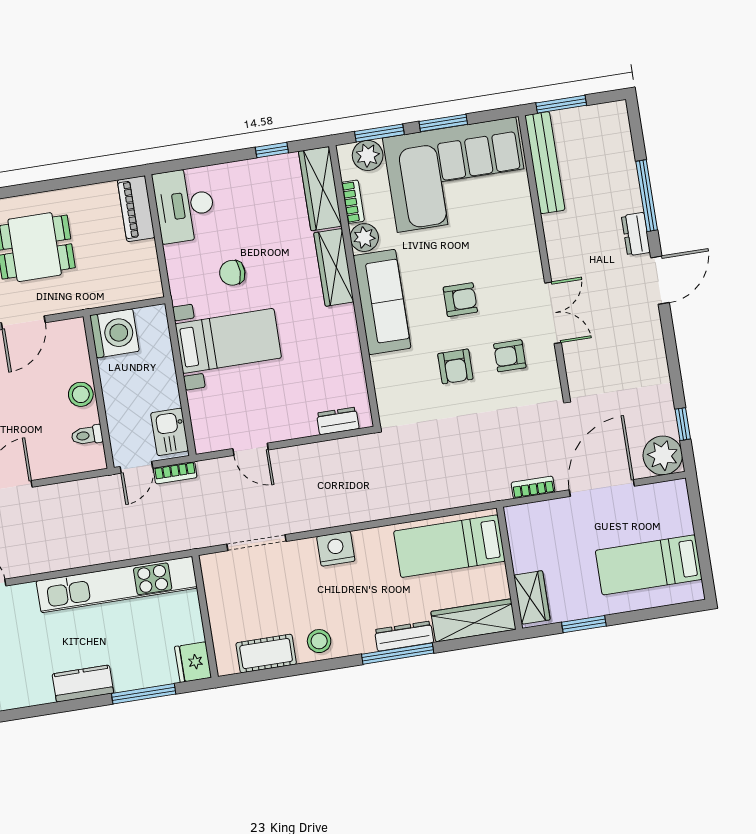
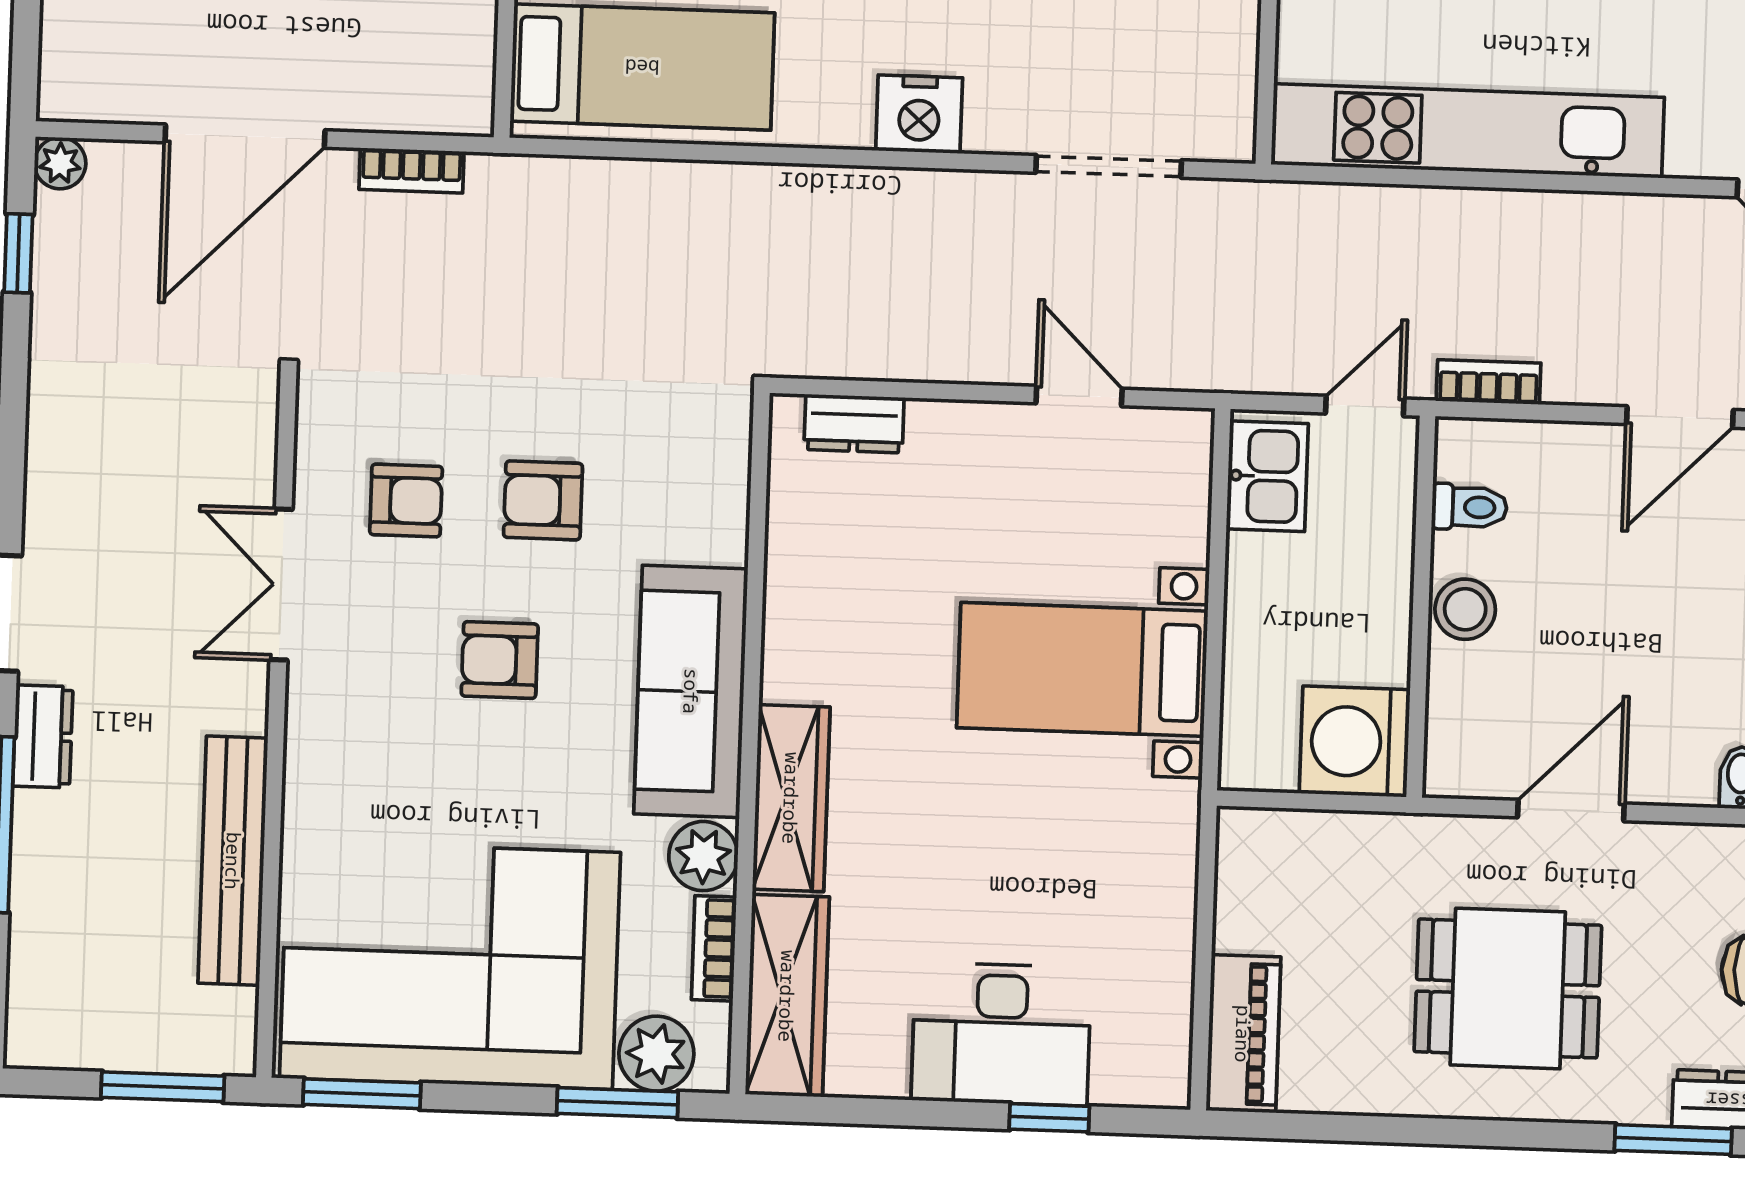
window: (443, 123) -> (362, 1094), moved
window: (272, 150) -> (1049, 1118), moved
bench: (545, 163) -> (233, 861), moved
desk: (184, 205) -> (1001, 1034), moved, turned 90
chair: (232, 273) -> (1040, 833), removed
armchair: (455, 366) -> (543, 500), turned -90
plant: (663, 455) -> (60, 163), width x0.53, depth x0.53
bookcase: (175, 473) -> (1489, 382), moved

